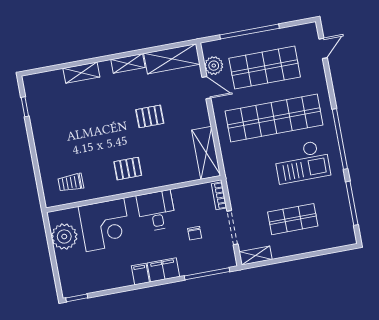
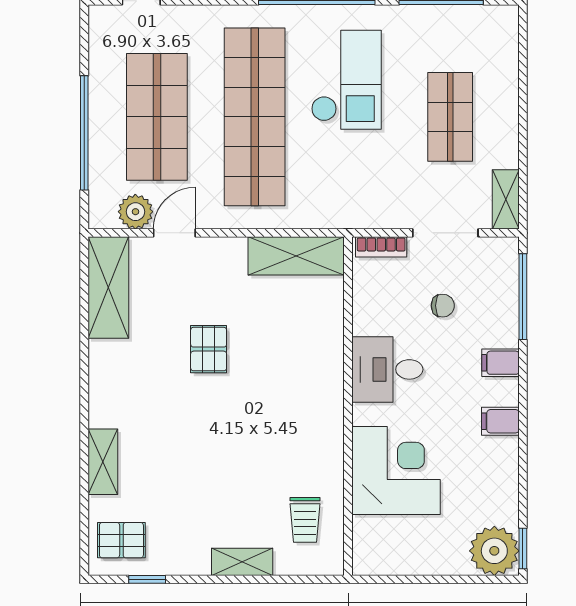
shelving: (128, 63) -> (242, 562), moved, turned 90
pallet: (128, 169) -> (121, 540), moved, turned 90
plant: (64, 237) -> (494, 551), moved
filing cabinet: (163, 270) -> (500, 363), width x0.50

